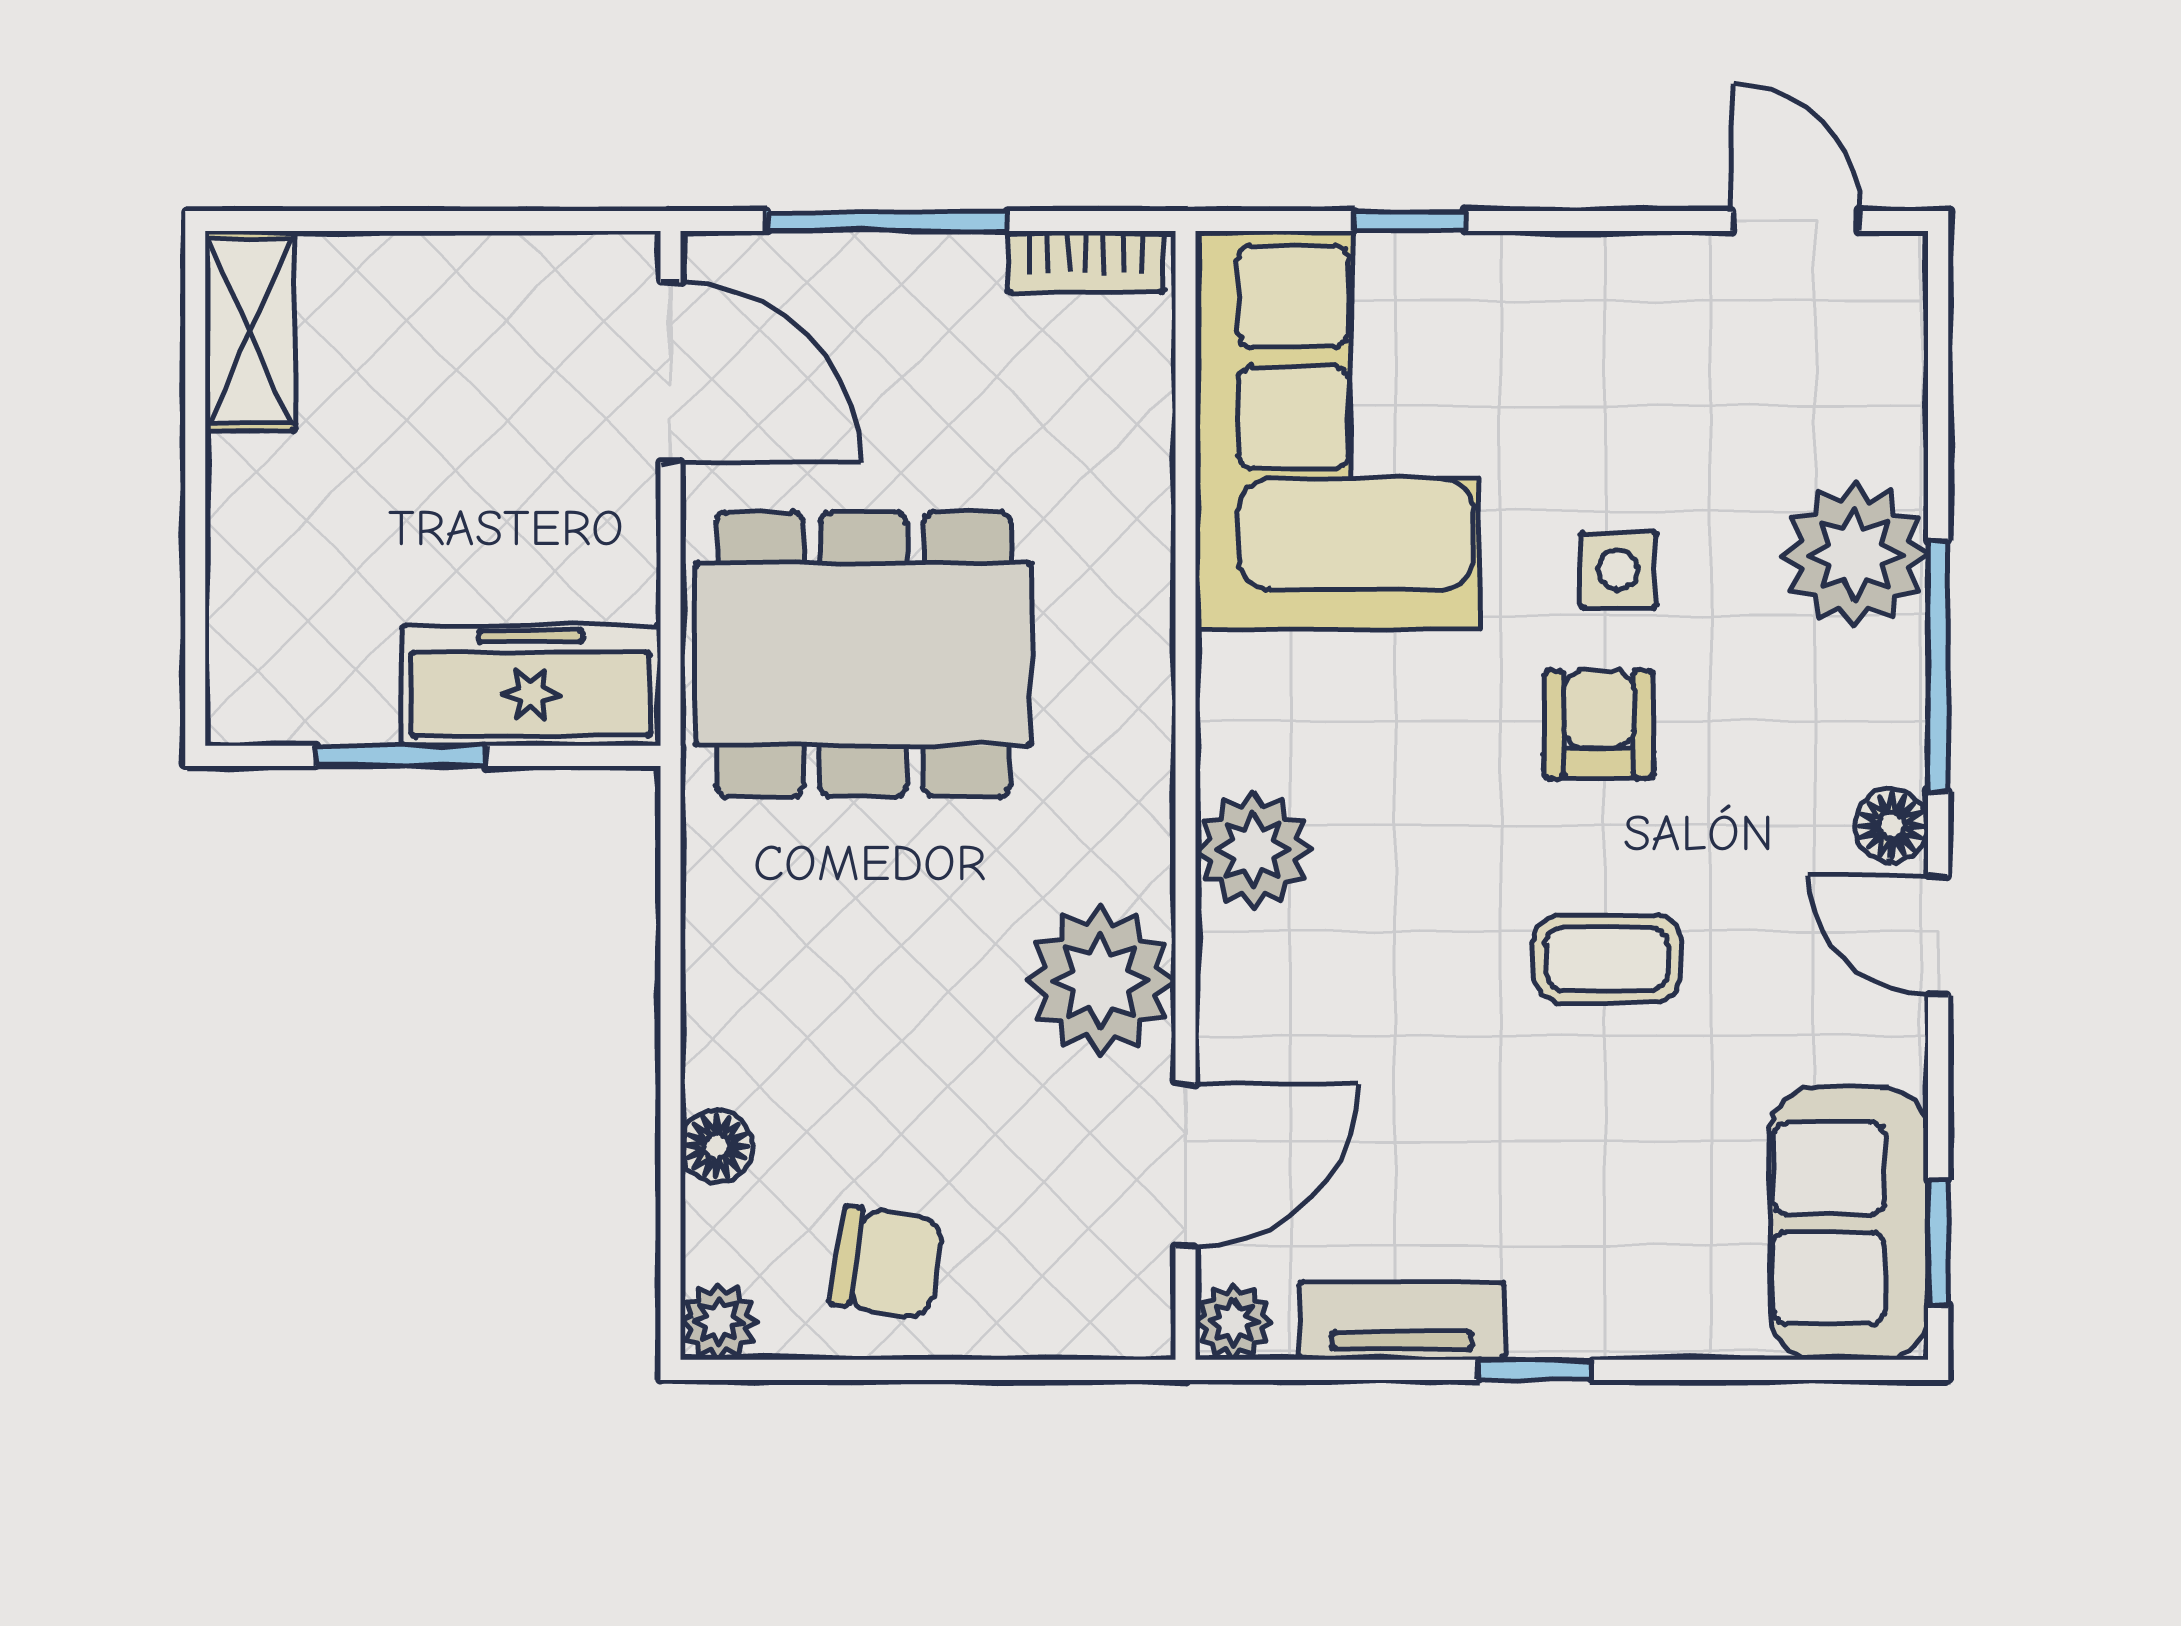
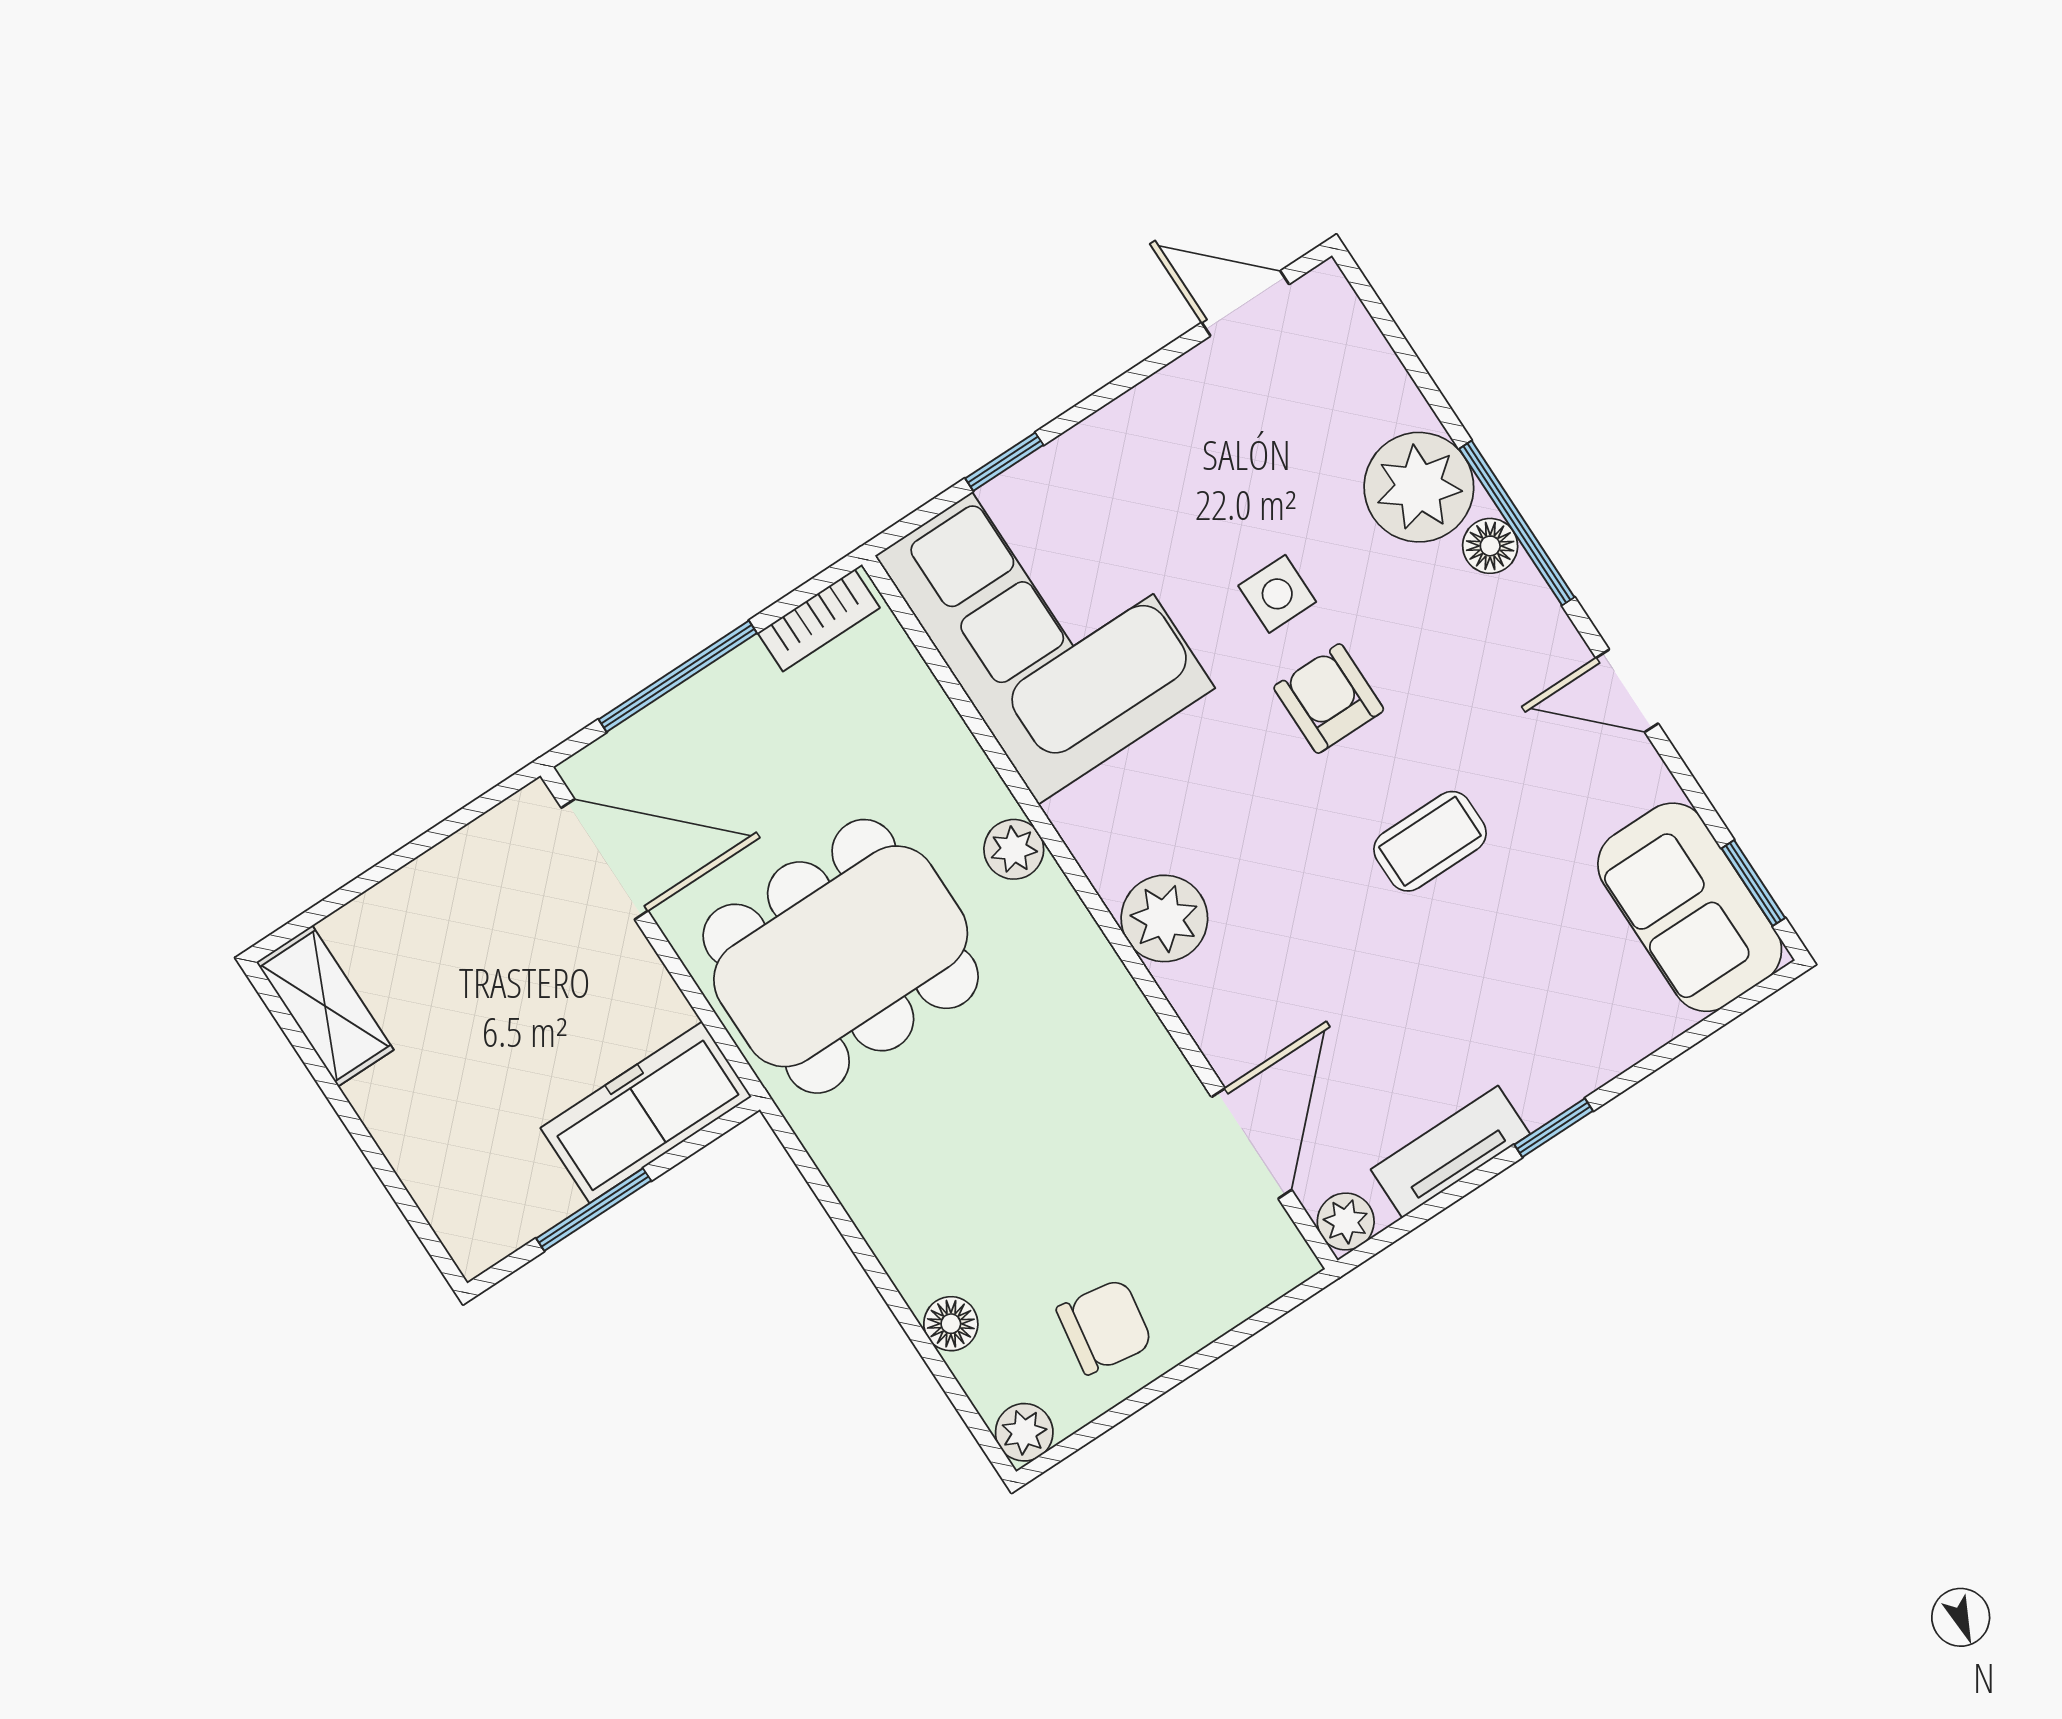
floor lamp: (1891, 826) -> (1490, 546), moved
plant: (1101, 981) -> (1014, 849), moved, width x0.53, depth x0.53

